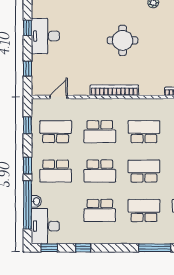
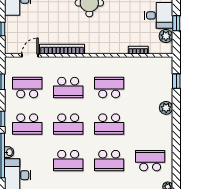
bookcase: (114, 90) -> (62, 49), moved
school desk: (144, 171) -> (109, 124), turned 180
school desk: (144, 210) -> (109, 161), turned 180

